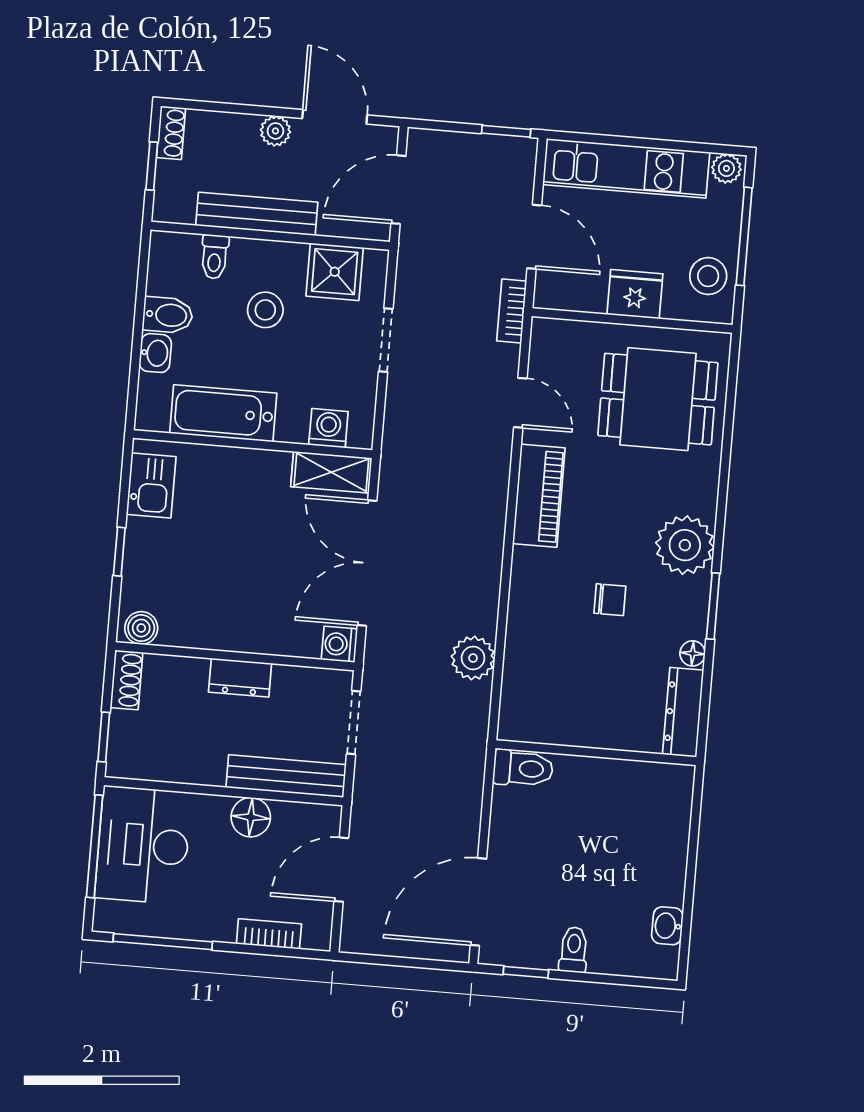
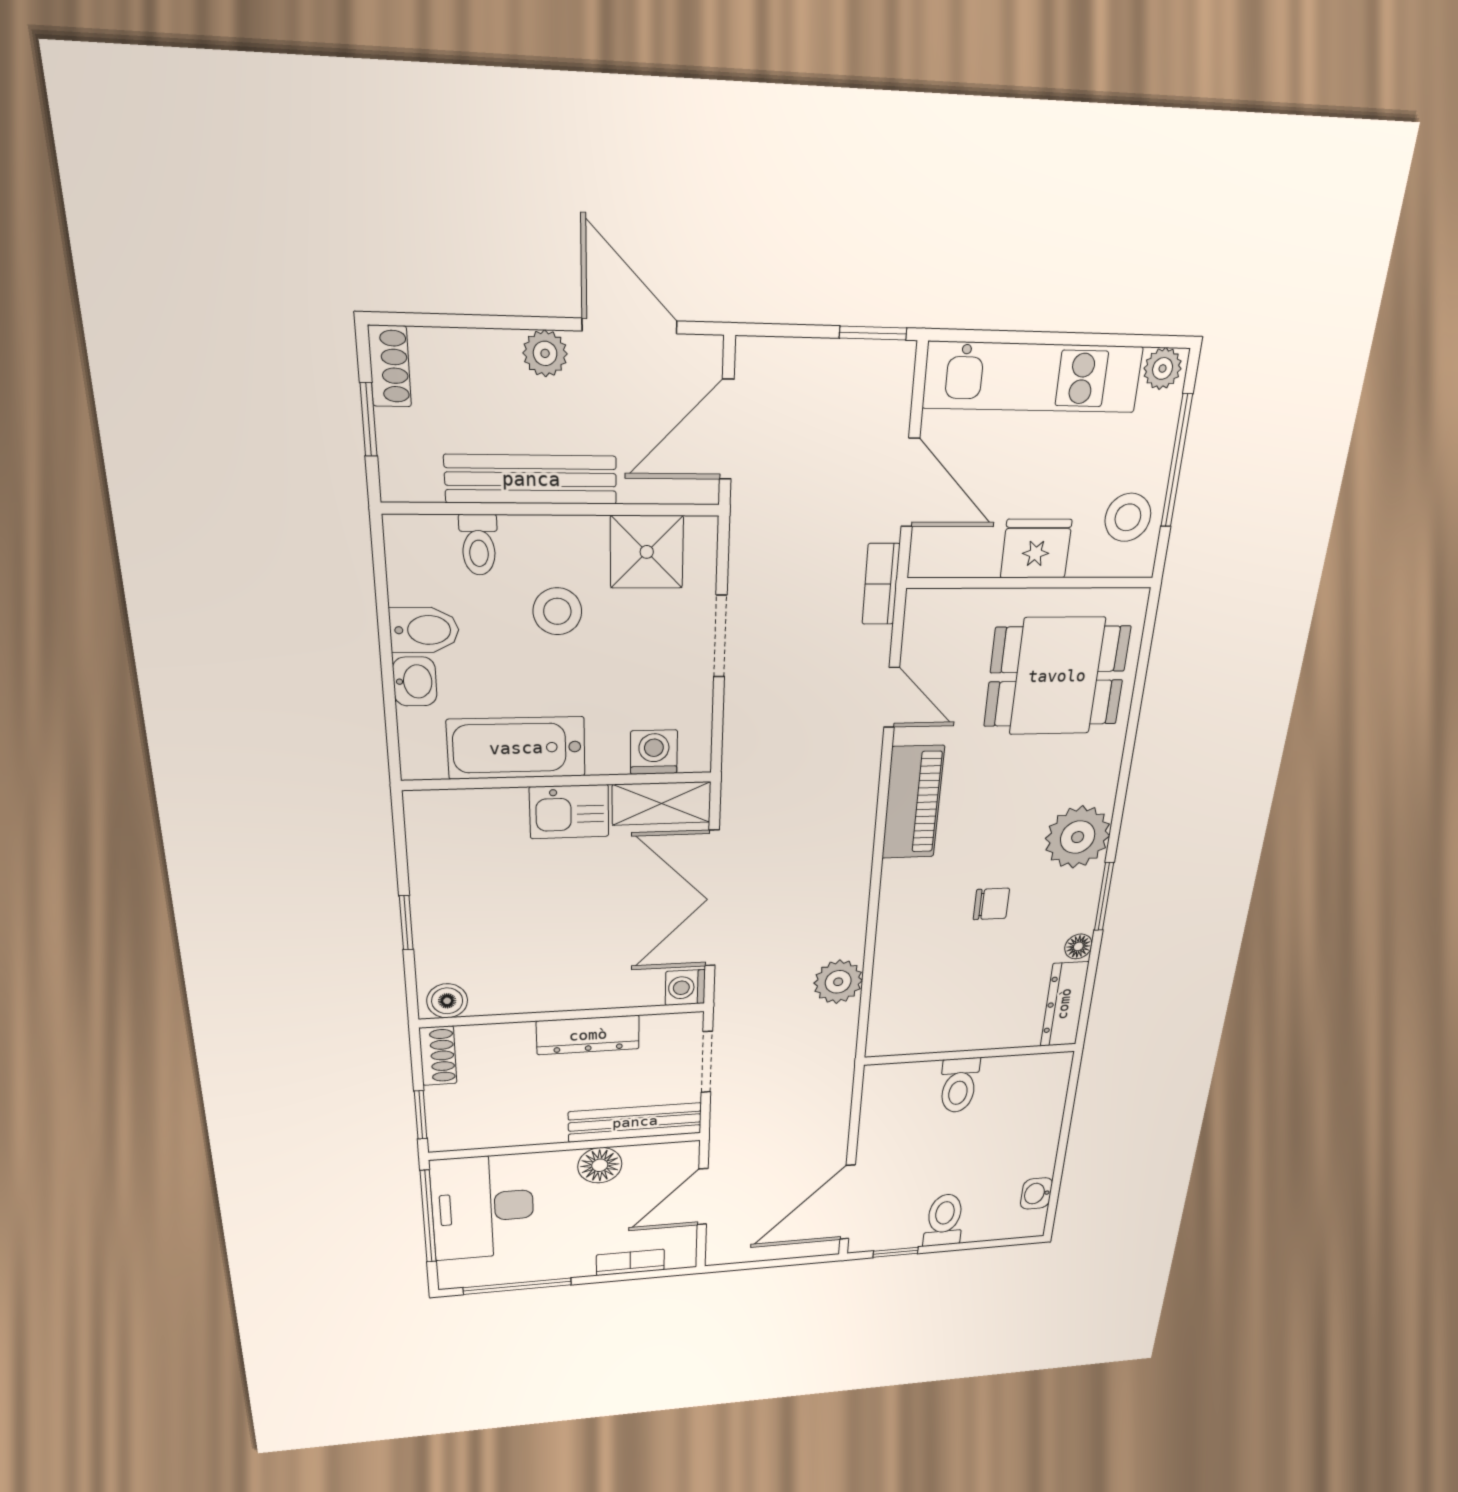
kitchen sink: (151, 486) -> (569, 812), moved, turned 90
dresser: (240, 678) -> (588, 1035), width x1.44
toilet: (523, 768) -> (959, 1085), moved, turned 90
toilet: (574, 950) -> (944, 1220), width x1.37, depth x1.39

